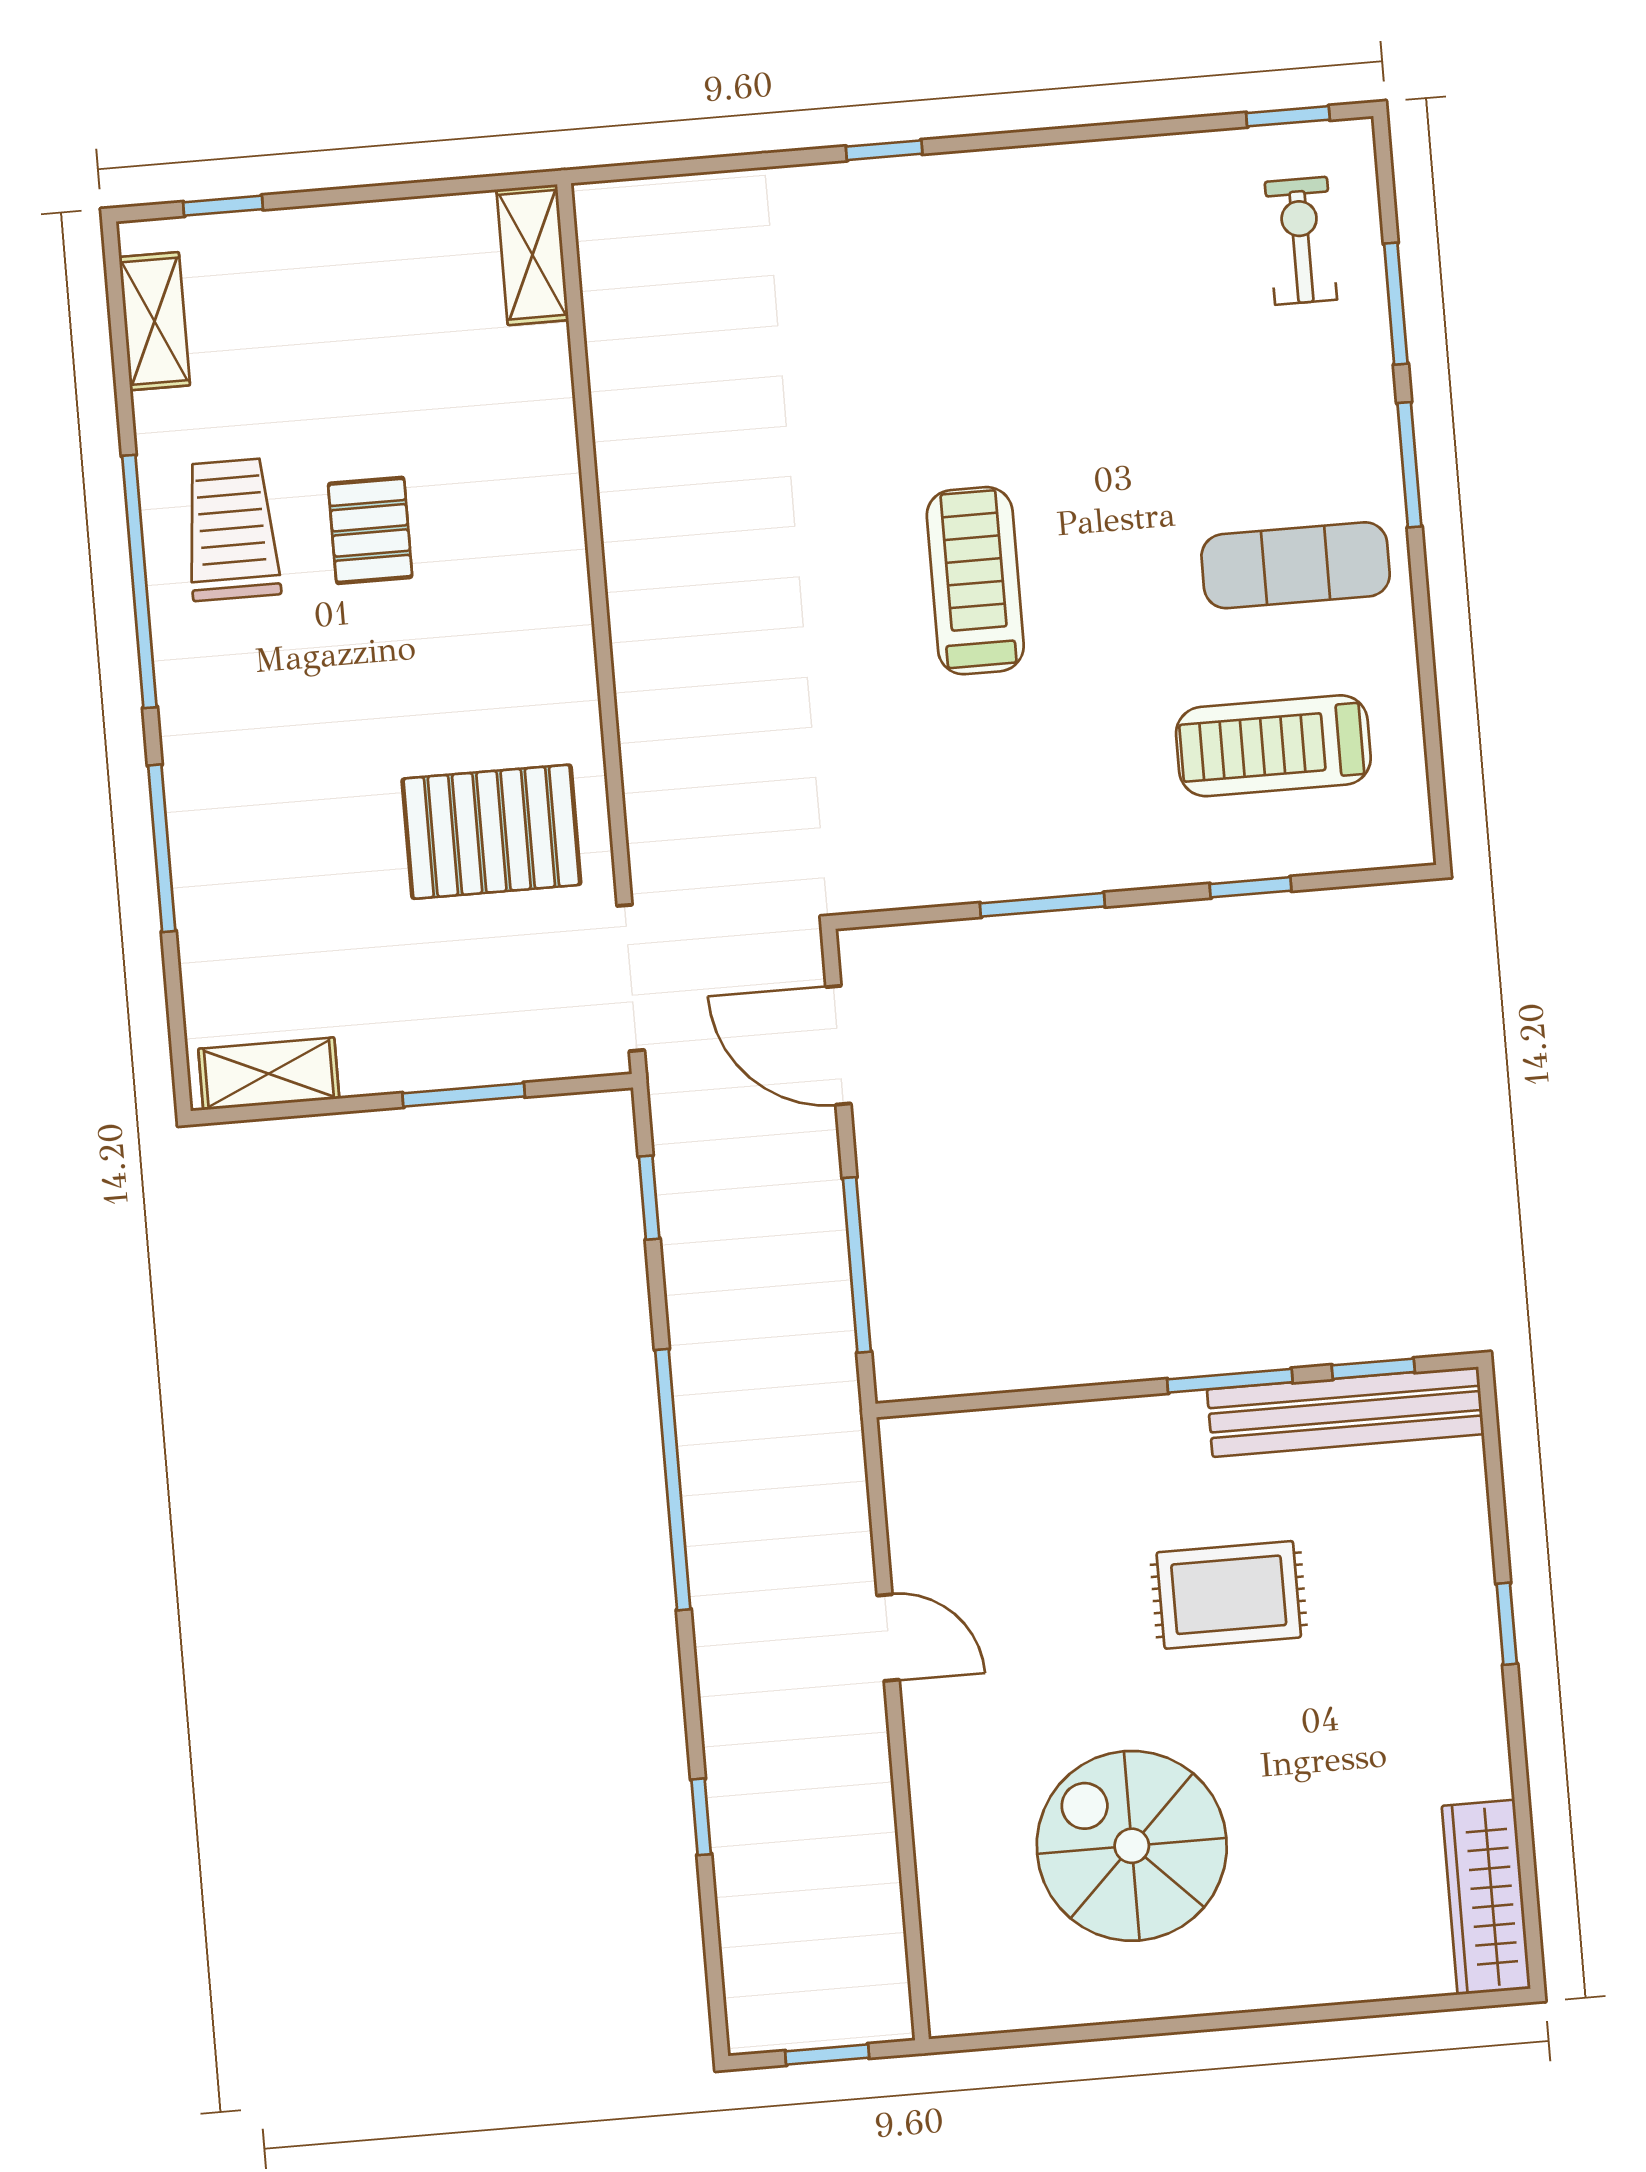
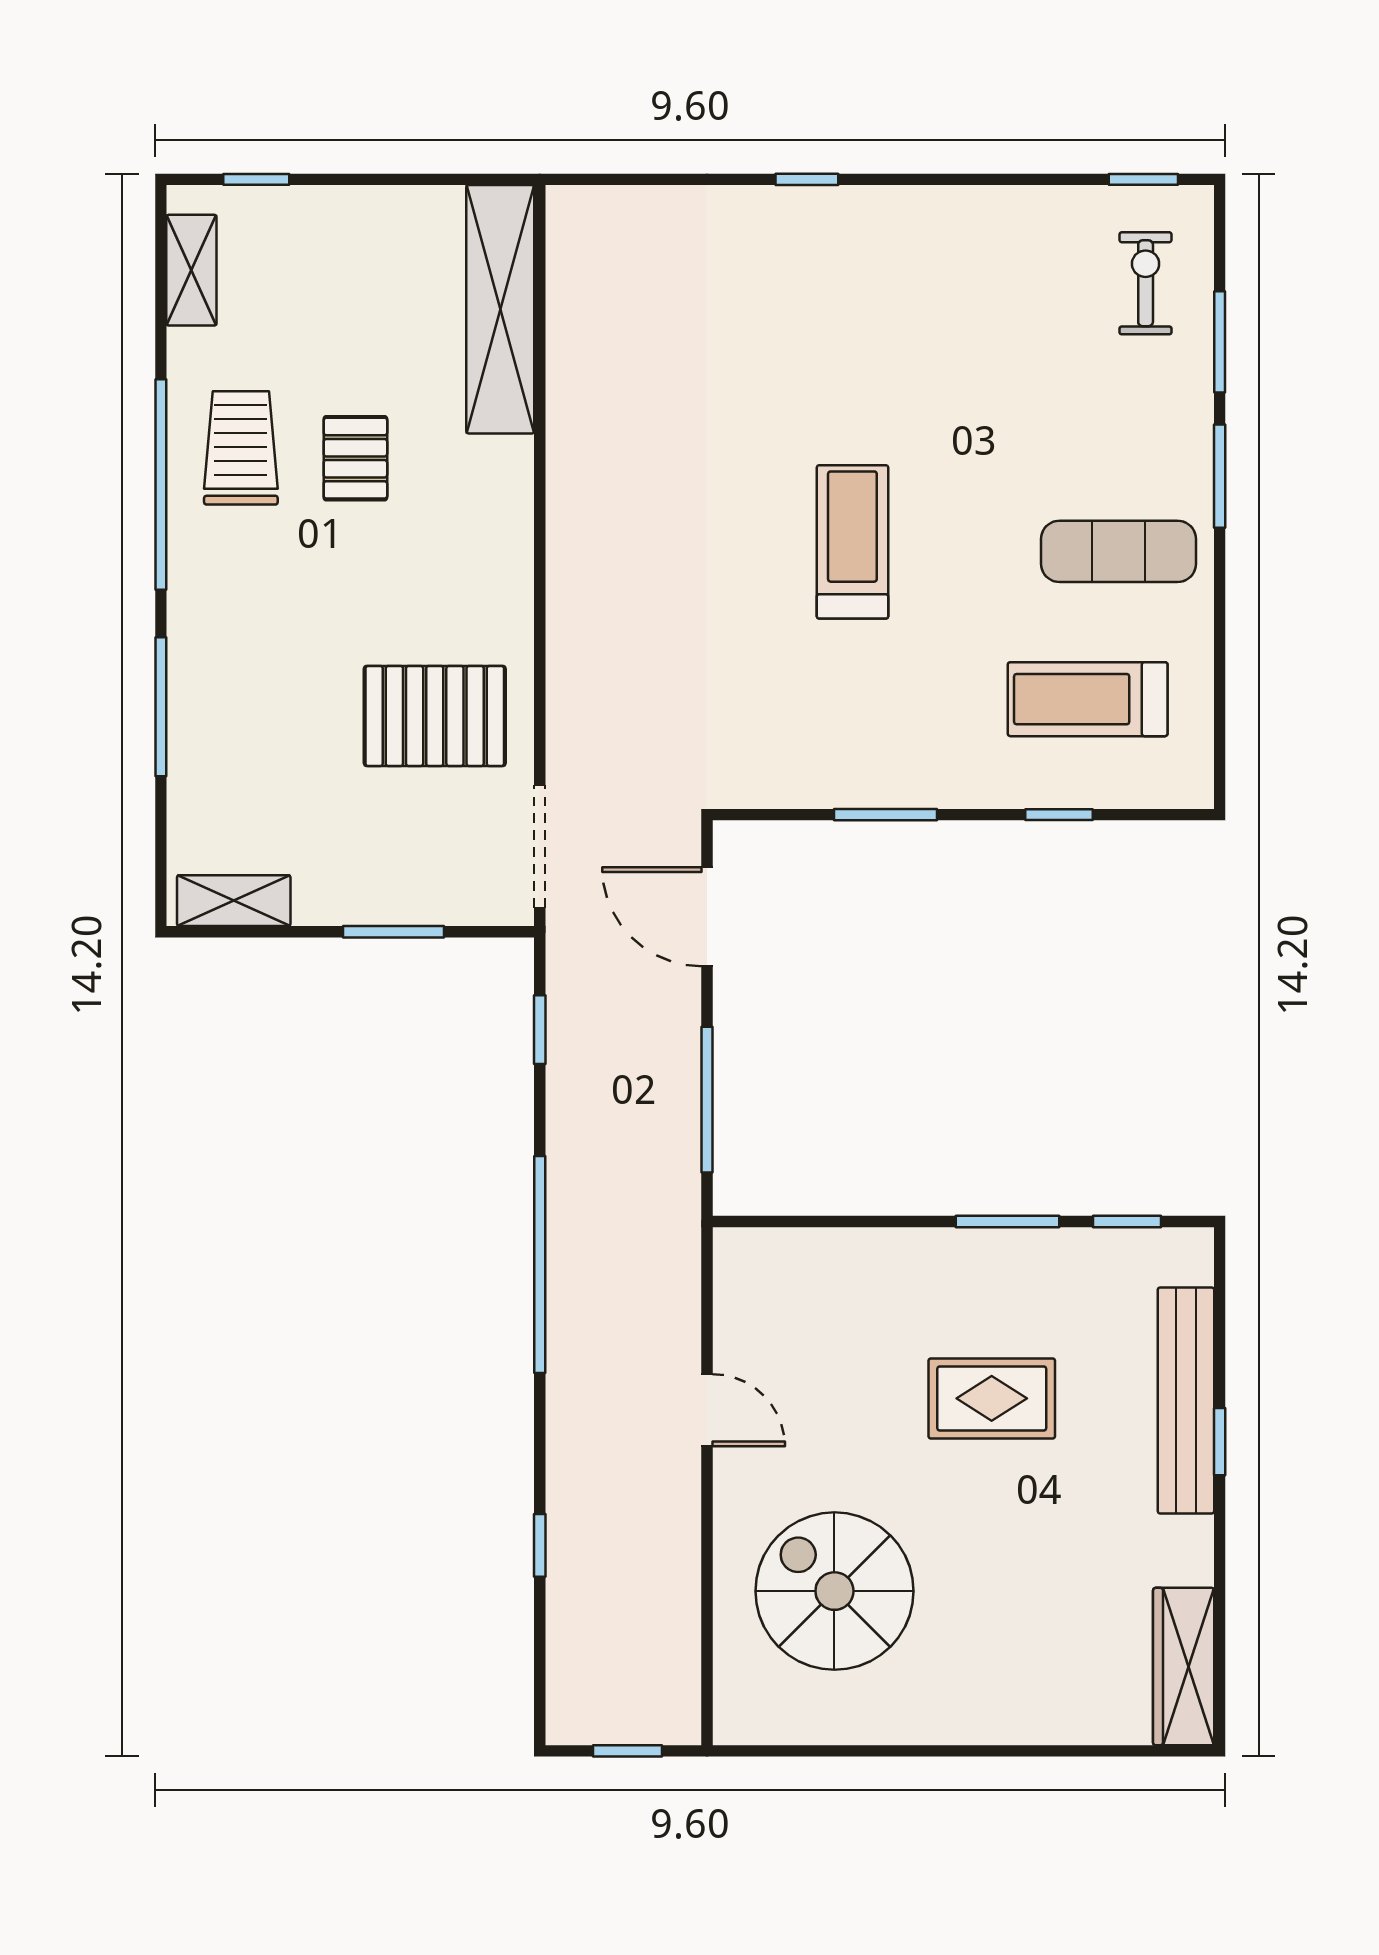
shelving: (532, 255) -> (500, 309), width x2.20, depth x1.33
bench: (1345, 1412) -> (1186, 1400), moved, turned 90
spiral stairs: (1132, 1846) -> (834, 1591), moved

